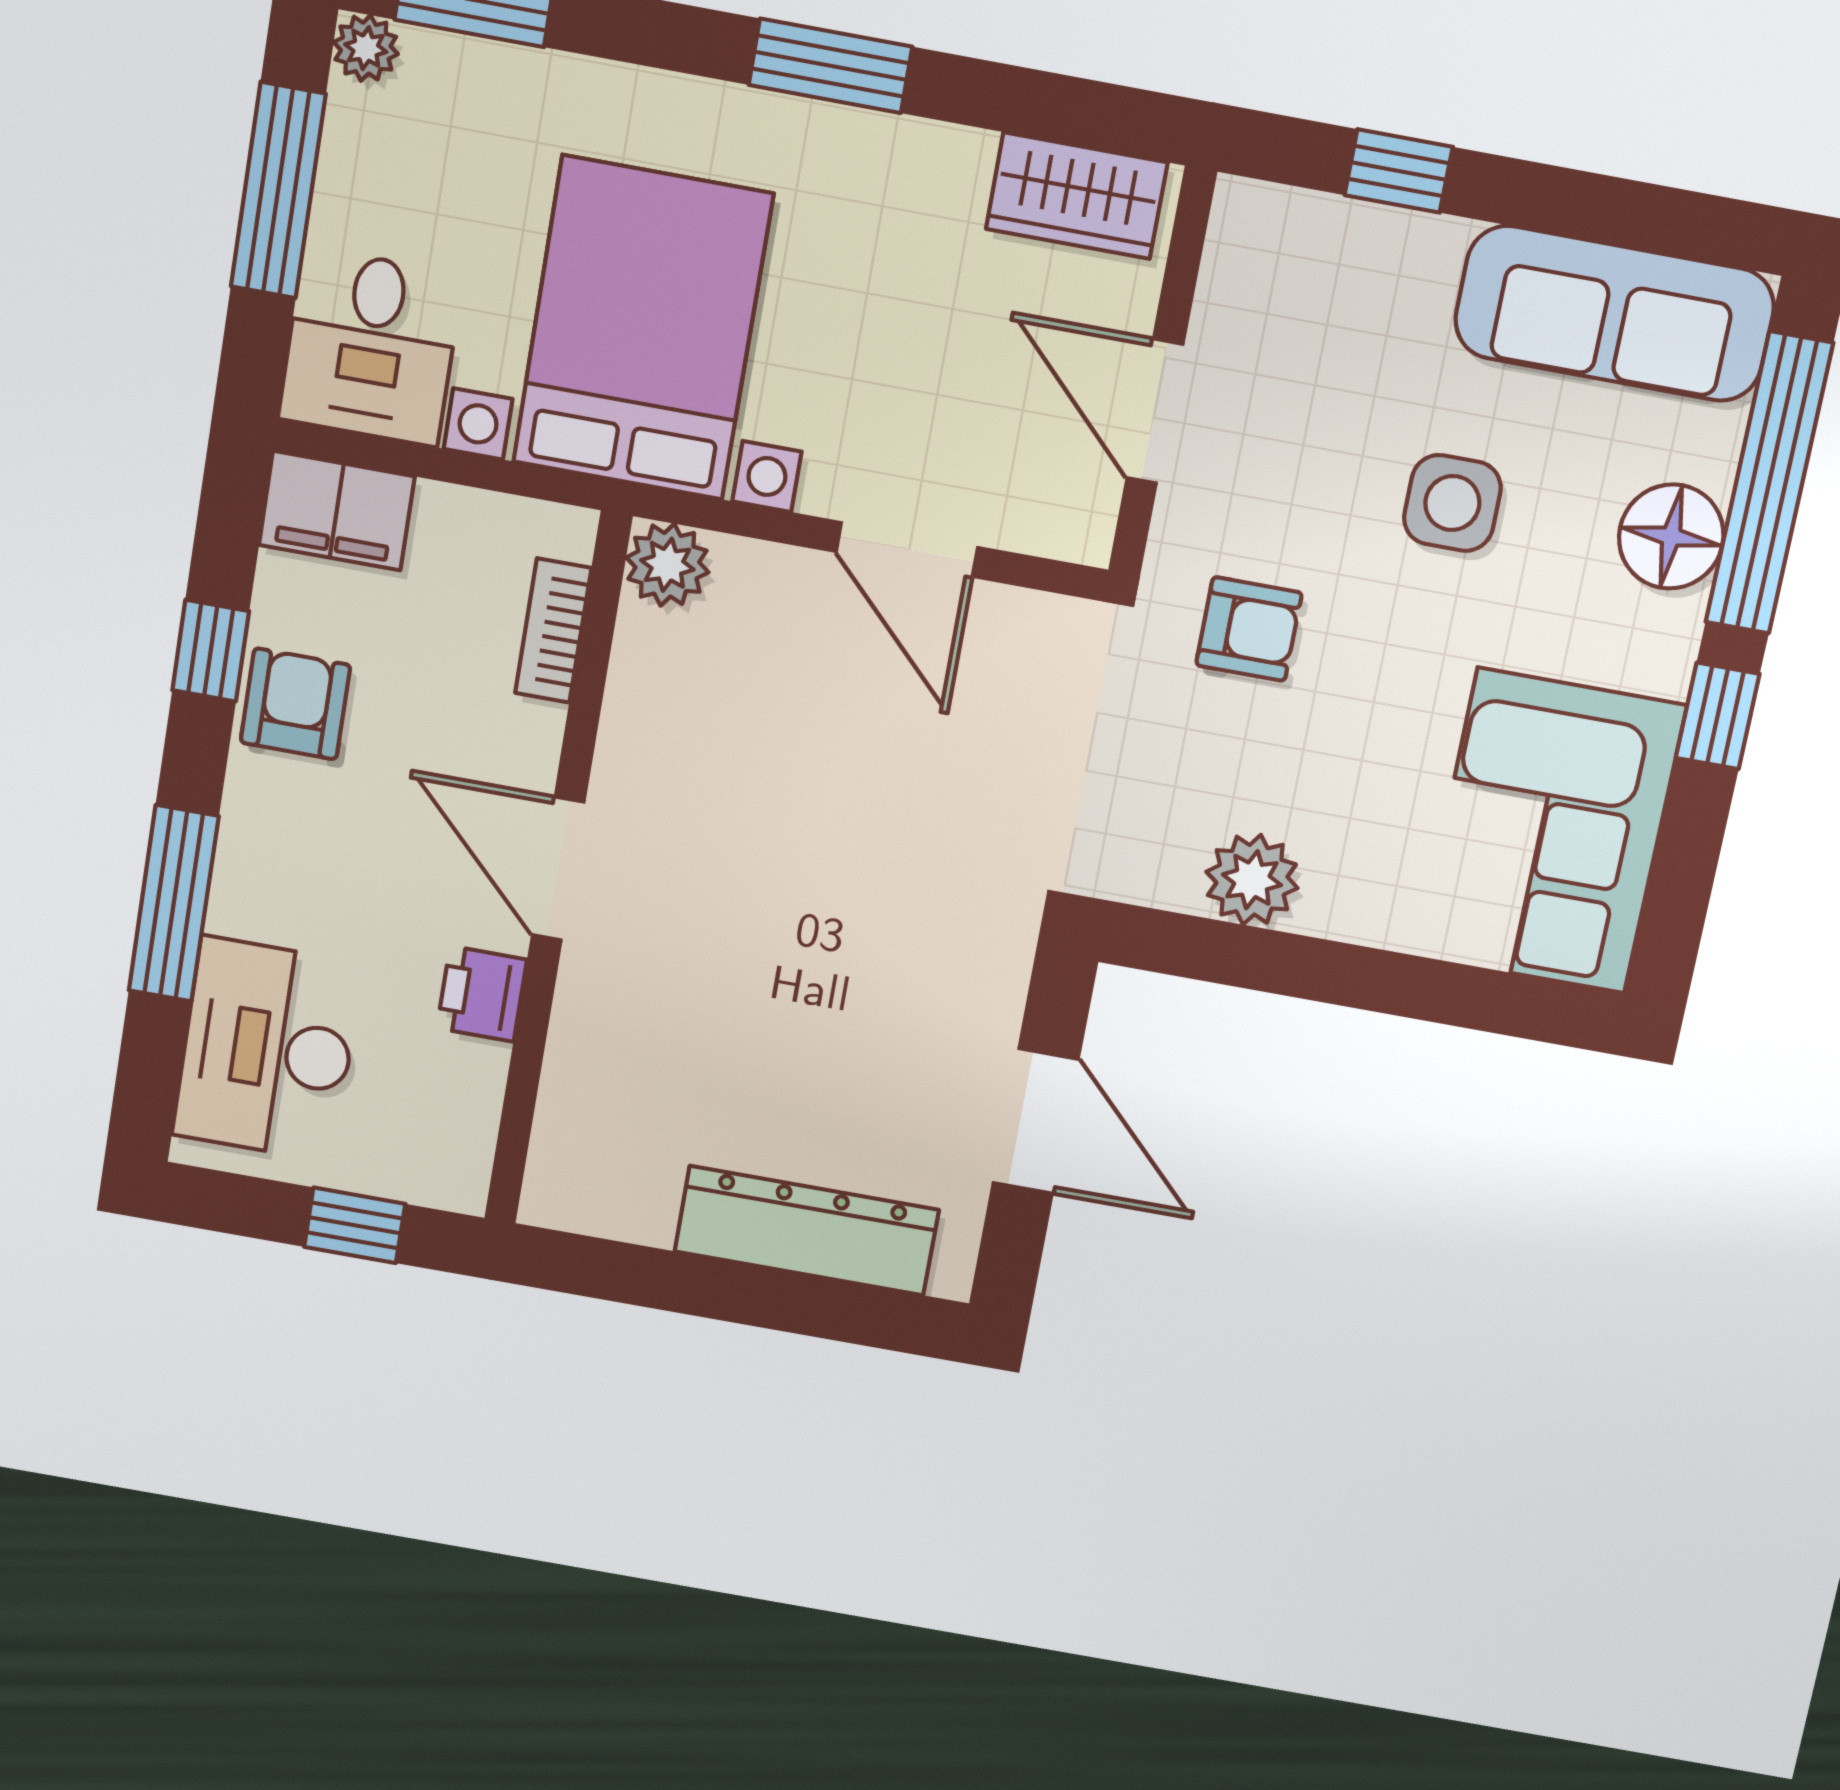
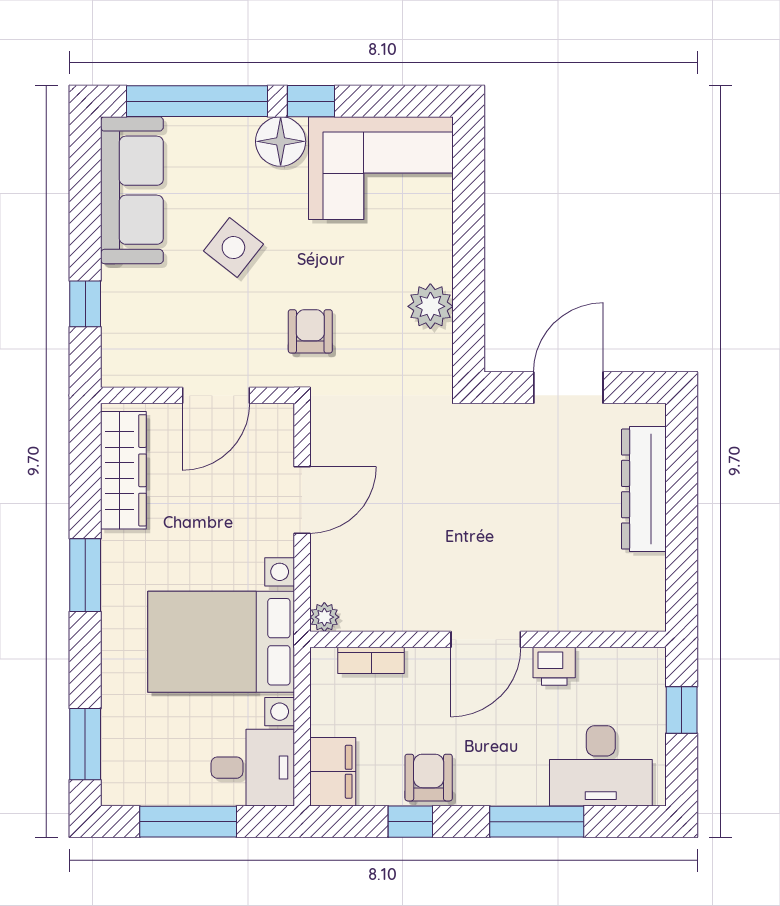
plant: (366, 48) -> (116, 791), removed
wardrobe: (1077, 196) -> (123, 470), width x1.50
side table: (1452, 503) -> (233, 248), turned 38
floor lamp: (1671, 537) -> (281, 141), moved
plant: (667, 565) -> (324, 617), width x0.73, depth x0.73
armchair: (295, 704) -> (429, 778), turned 90

